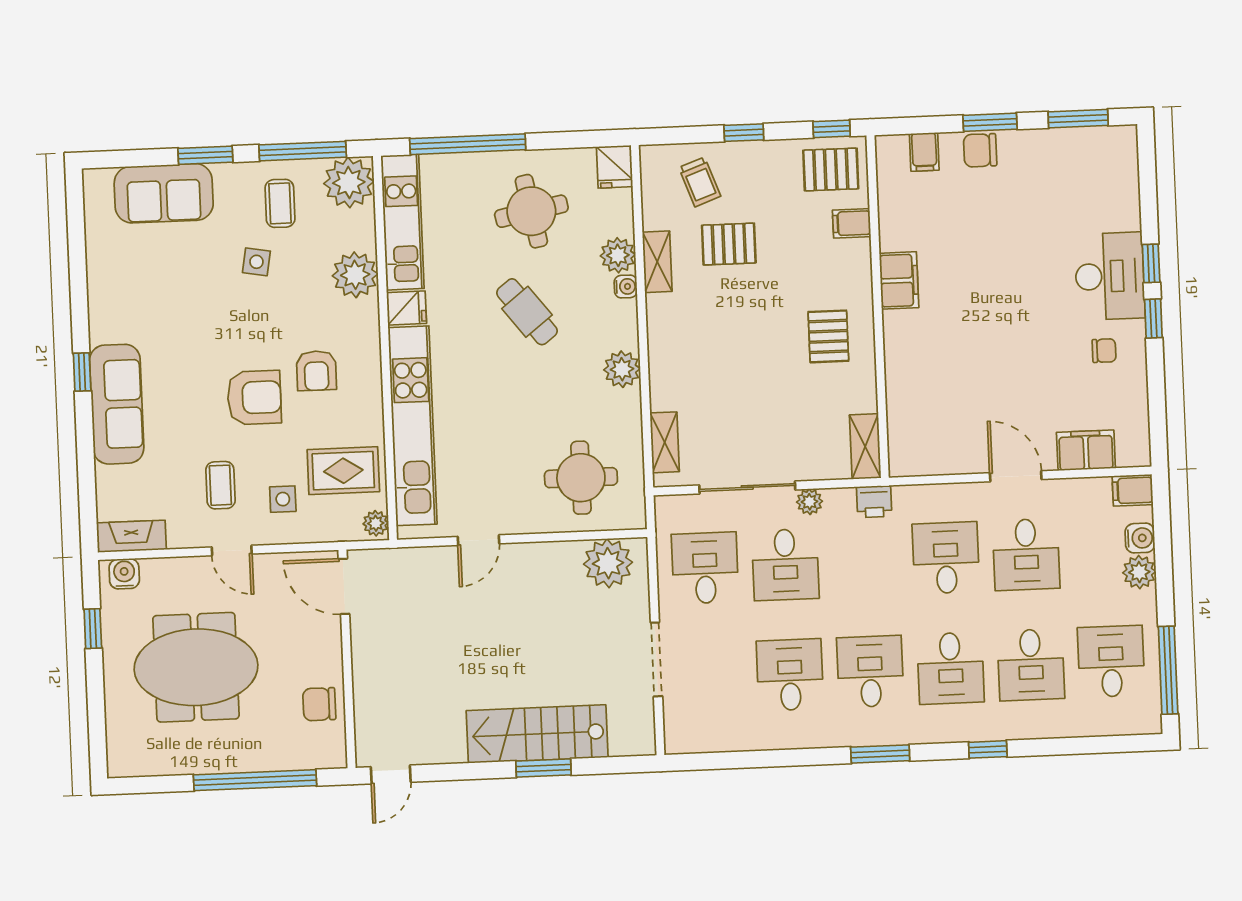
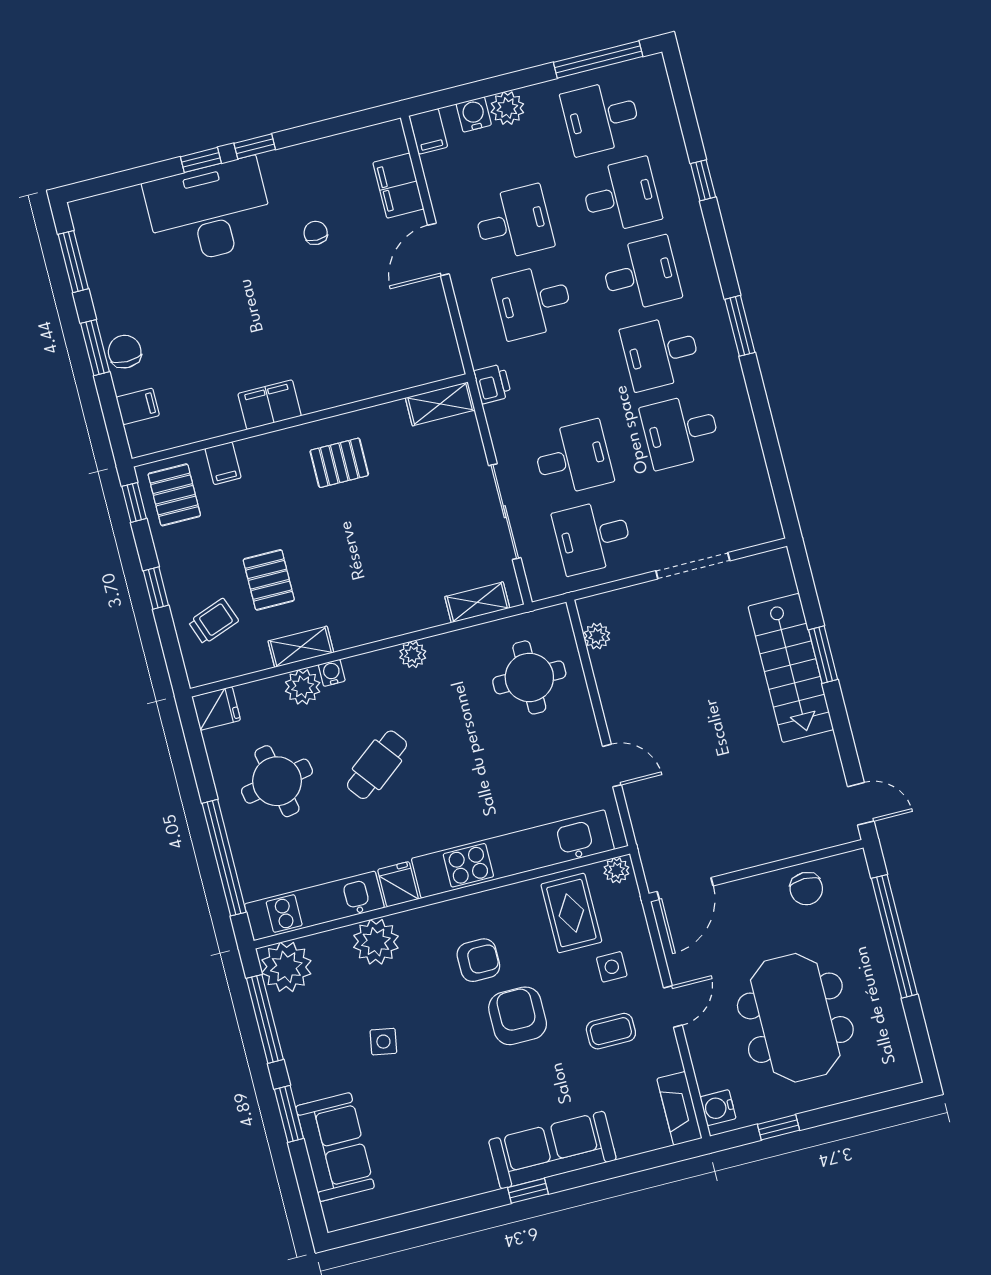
chair: (980, 150) -> (125, 352), turned 180
coffee table: (280, 203) -> (321, 1030), removed
desk: (1110, 276) -> (209, 212), width x1.36, depth x1.30
chair: (1104, 351) -> (316, 233), moved
plant: (622, 369) -> (413, 654), width x0.73, depth x0.73
plant: (810, 502) -> (506, 447), removed
plant: (608, 563) -> (597, 636), width x0.53, depth x0.53
window: (988, 749) -> (703, 180), moved

